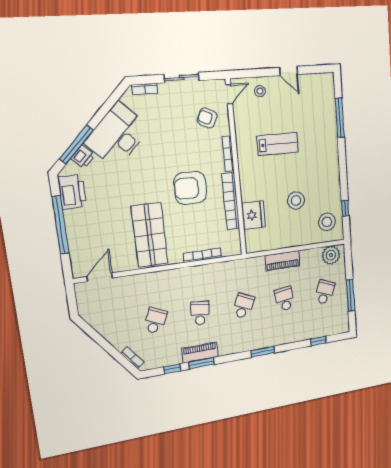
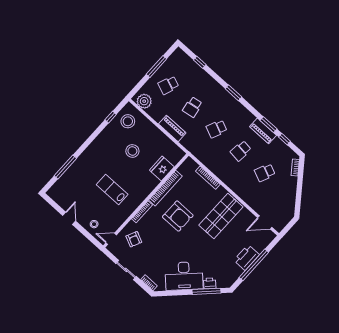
printer: (72, 192) -> (247, 257), moved

